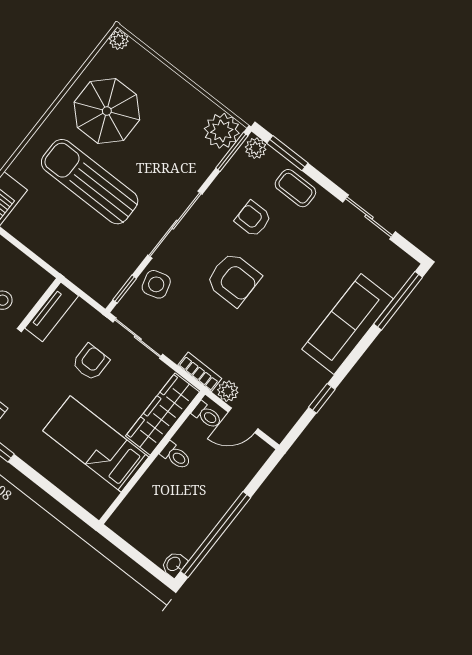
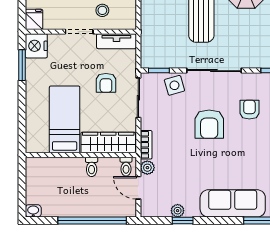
armchair: (91, 362) -> (106, 83), turned 90
plant: (306, 395) -> (178, 211), added
window: (216, 534) -> (92, 221), moved

